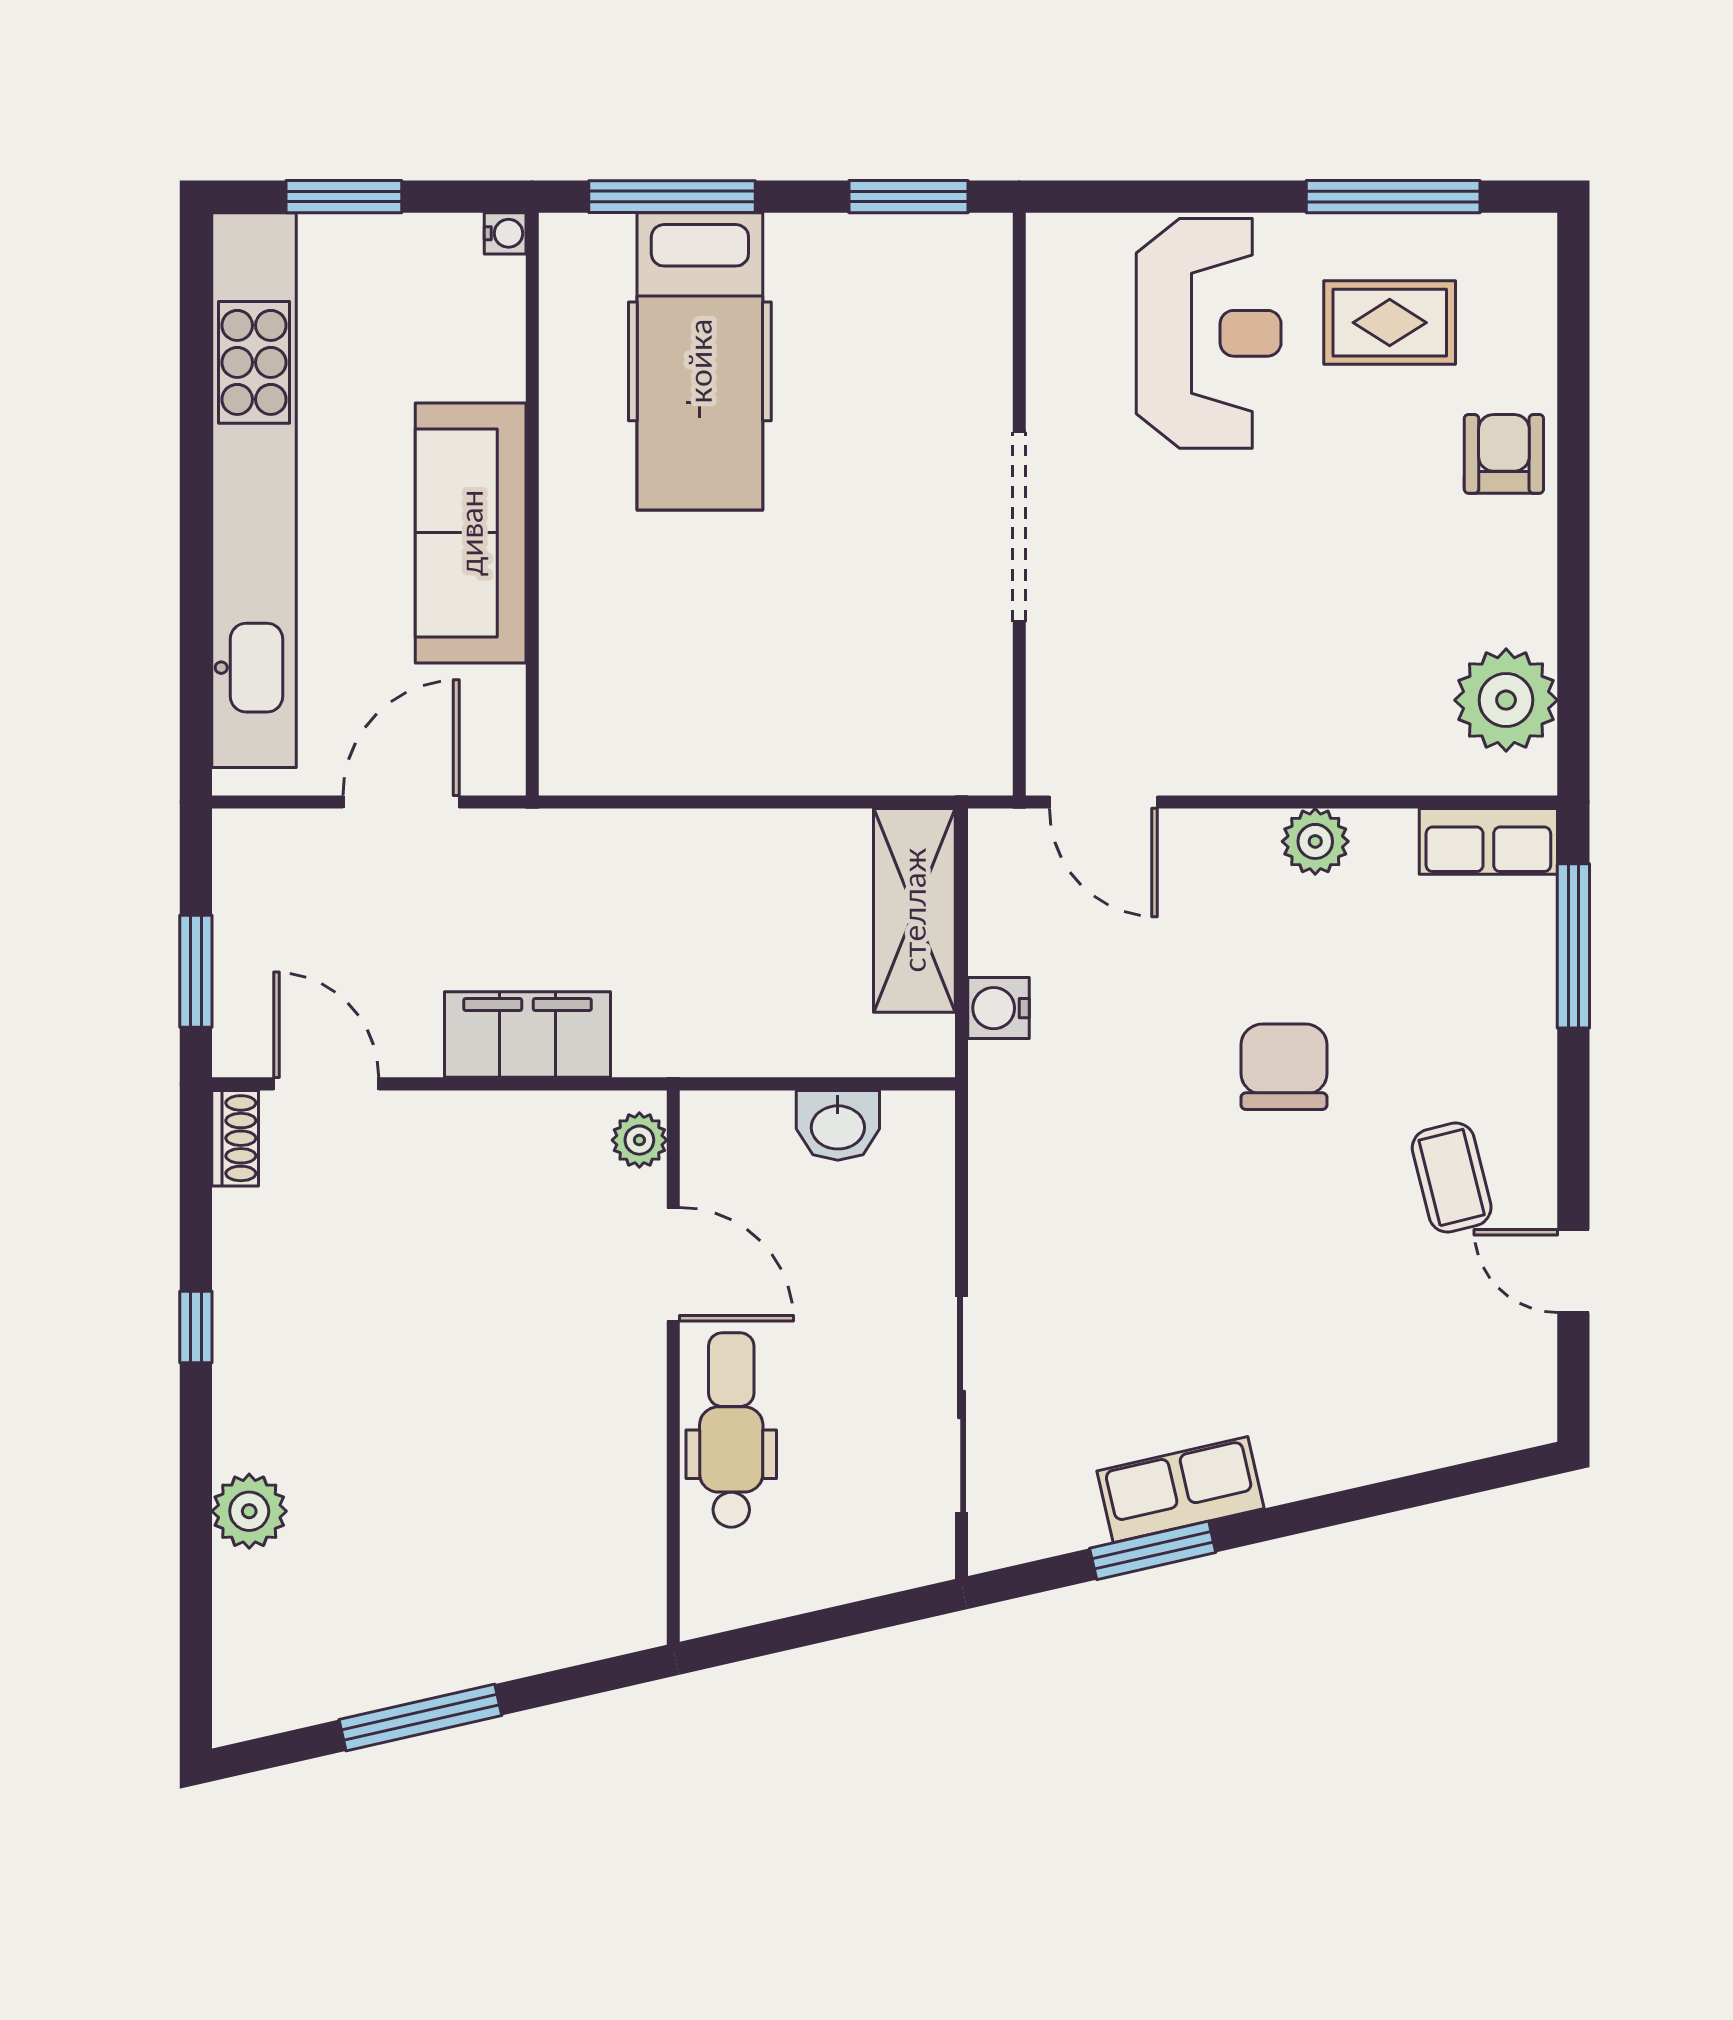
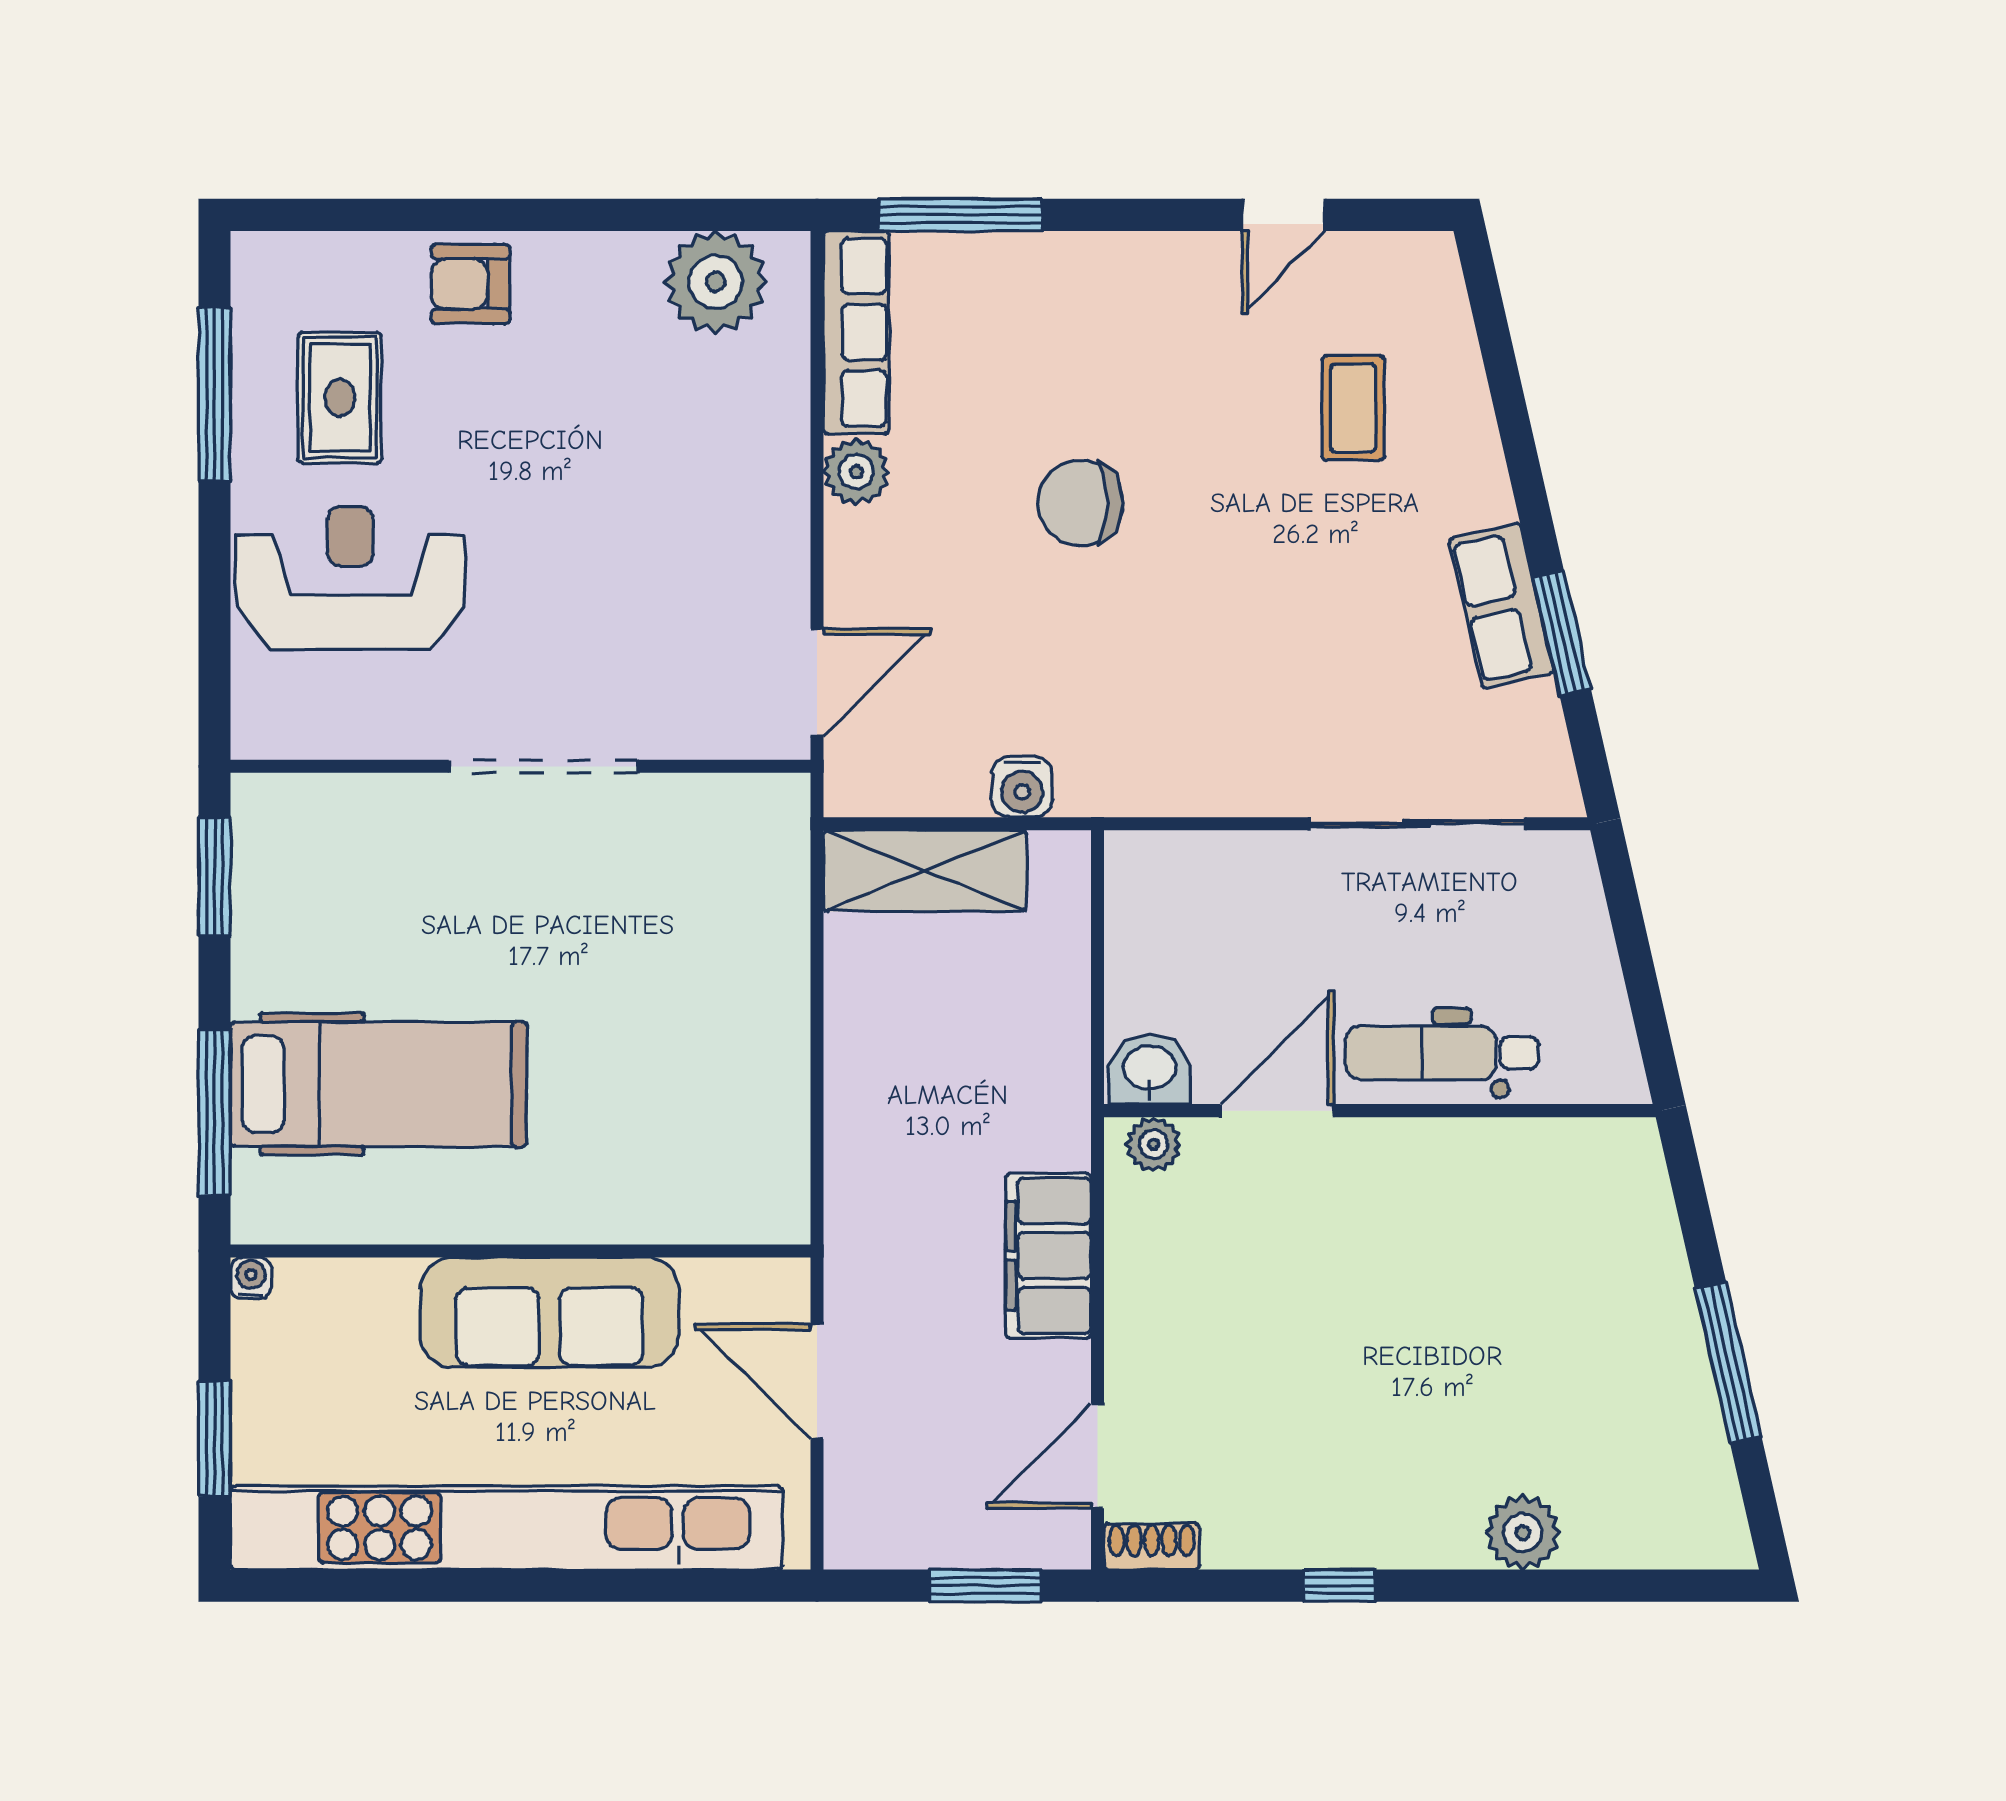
row of seats: (1488, 841) -> (856, 332), width x1.48
washbasin: (838, 1125) -> (1150, 1069), moved, turned -90
coffee table: (1452, 1178) -> (1353, 408), moved, turned -76

